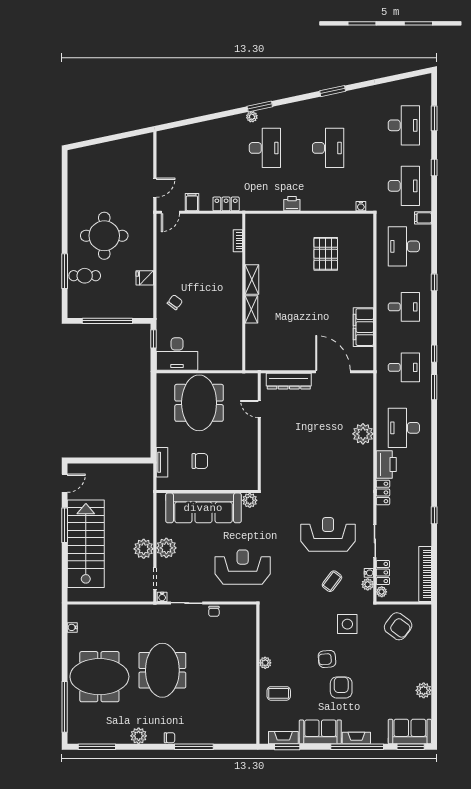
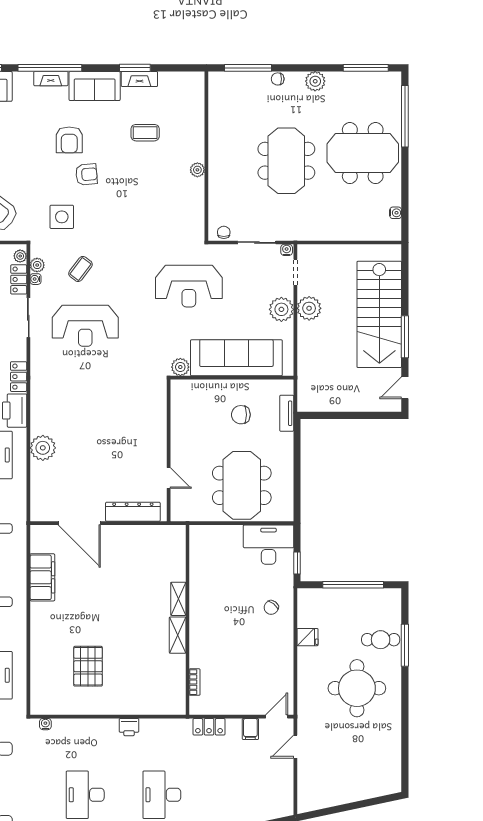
plant: (265, 663) -> (197, 170), moved
wall: (258, 674) -> (206, 156), moved

